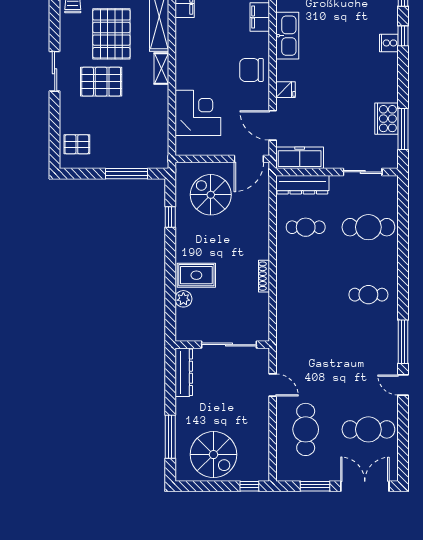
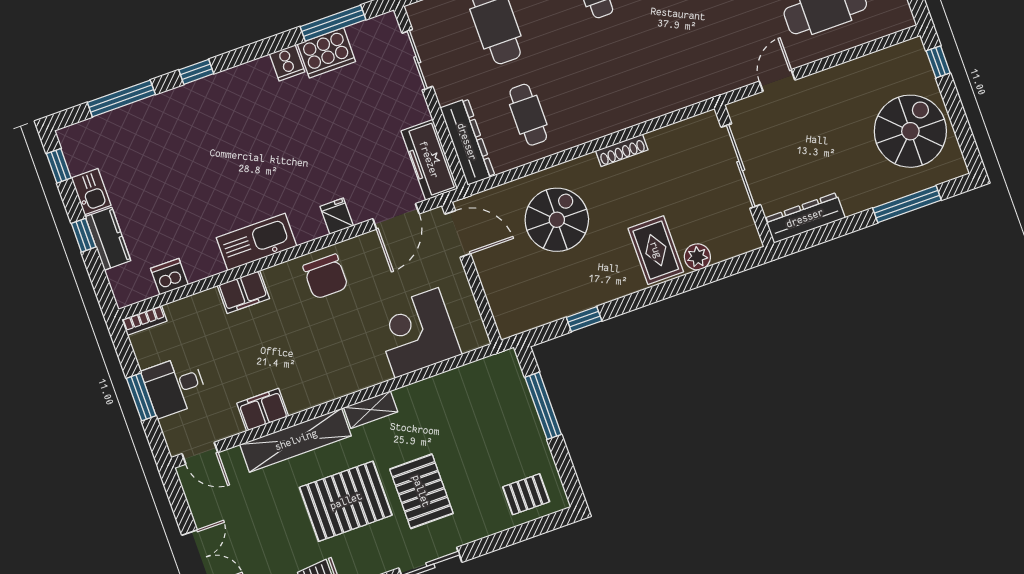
cooker: (389, 43) -> (287, 63), moved
pallet: (77, 144) -> (526, 494), turned 90
spiral stairs: (211, 195) -> (557, 220), moved, turned 180

